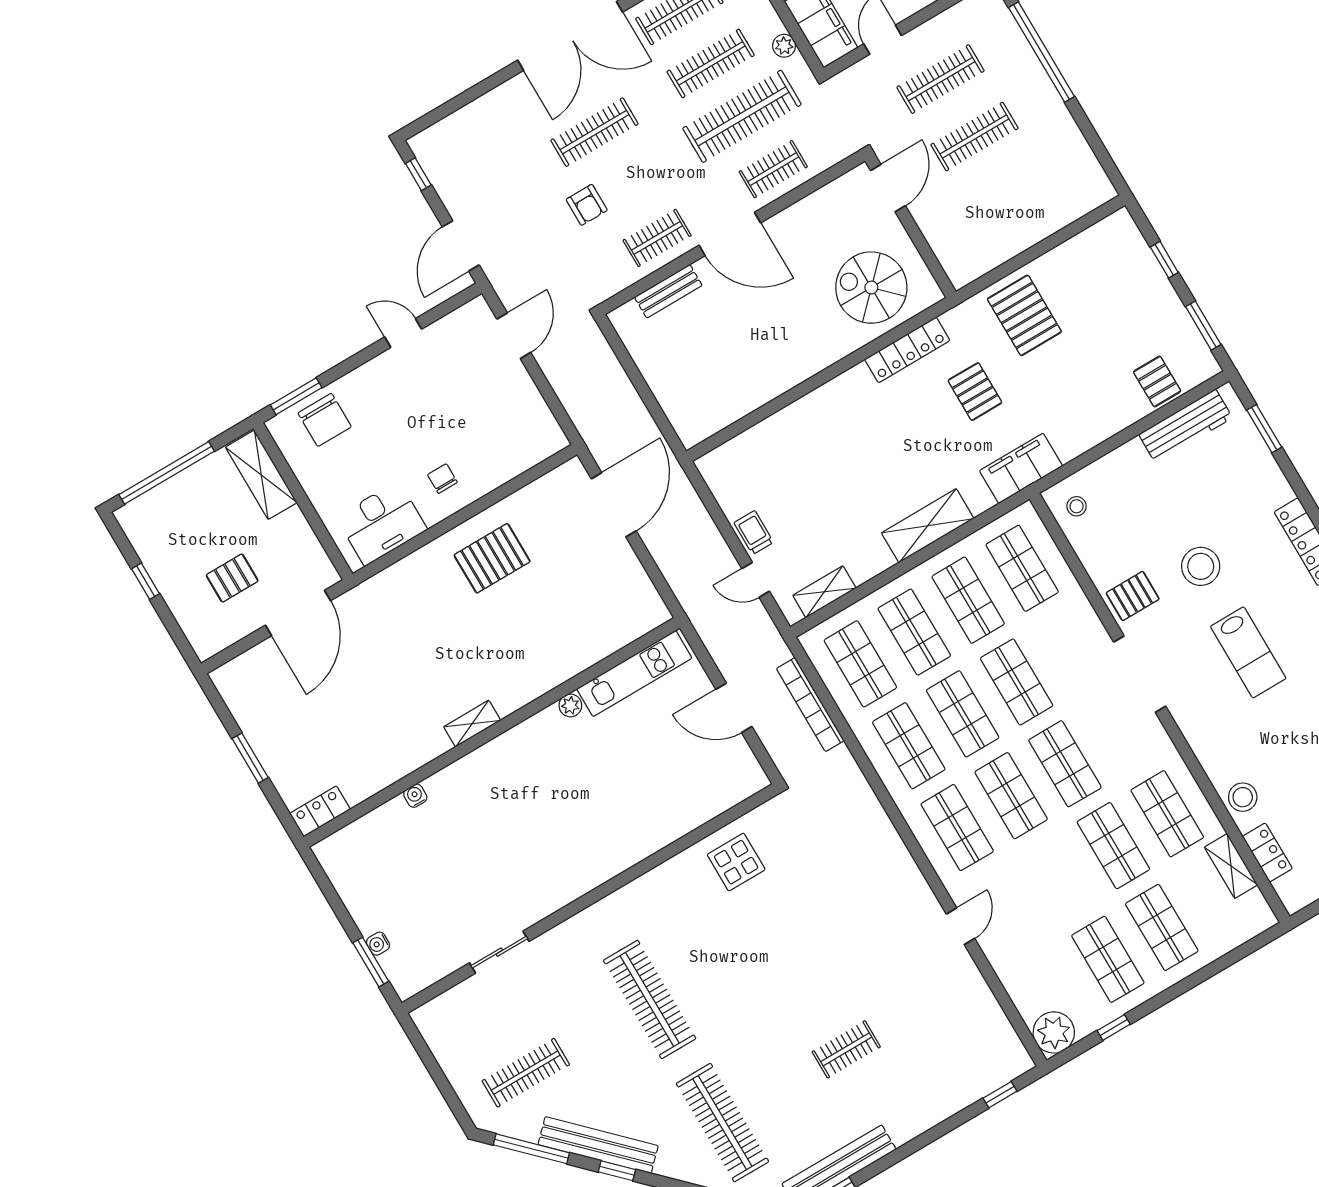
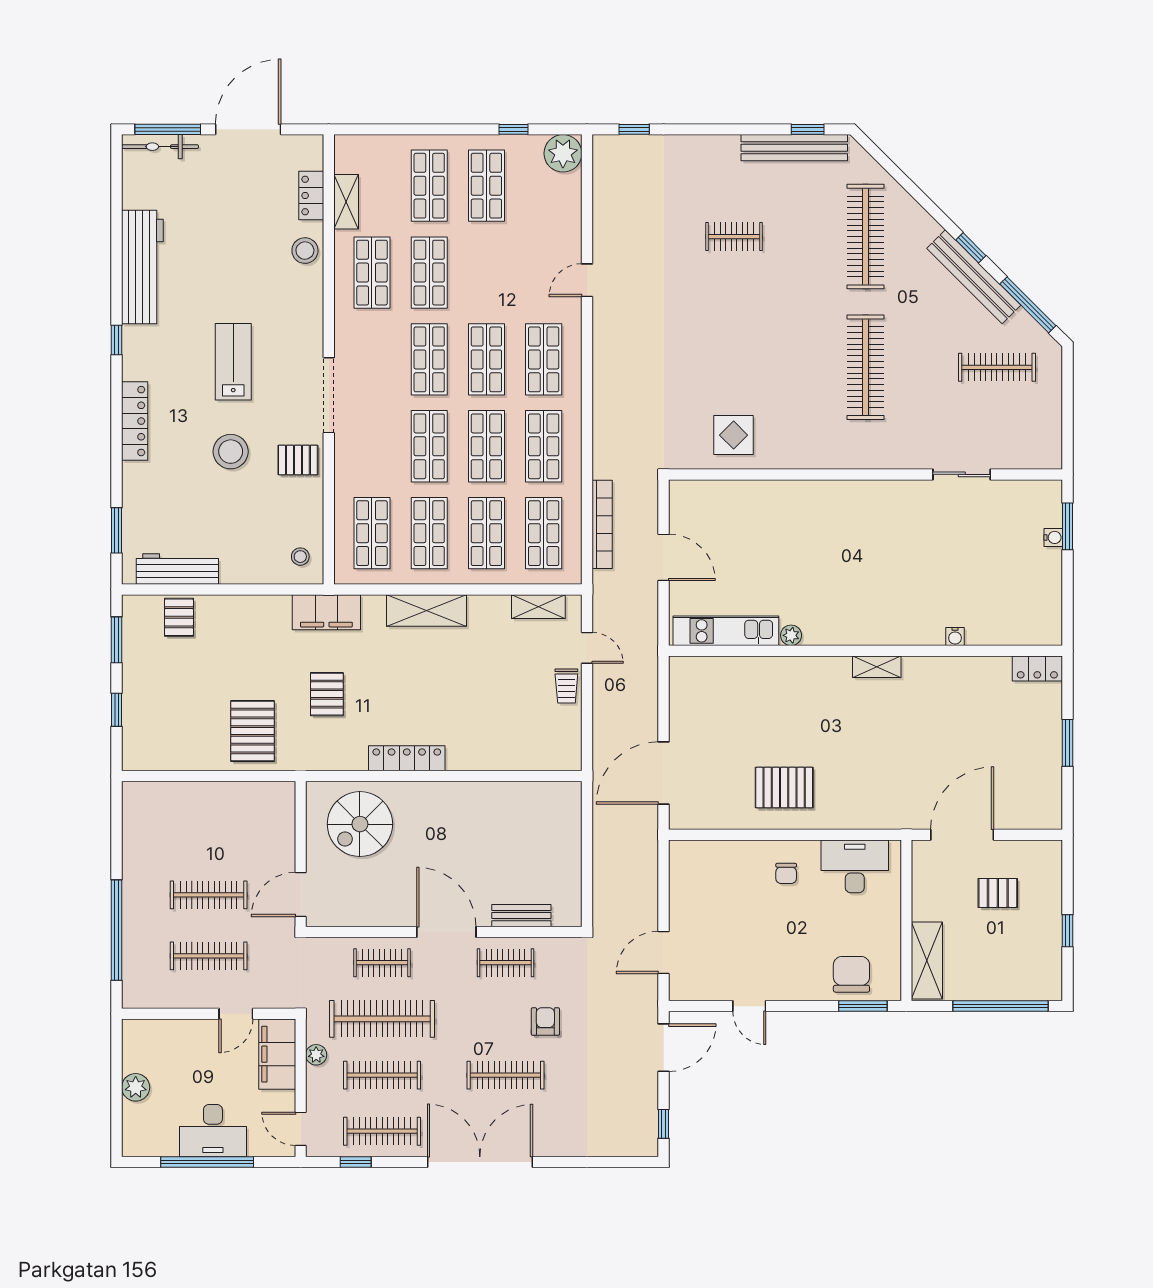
spiral stairs: (871, 288) -> (360, 824), turned 90
locker: (907, 350) -> (407, 758), moved

